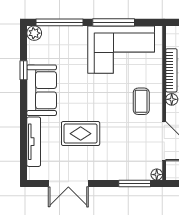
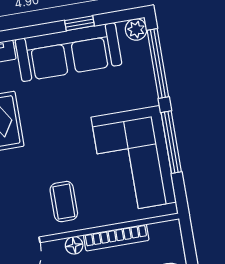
sofa: (42, 90) -> (68, 52), width x1.36
coffee table: (141, 101) -> (64, 202), turned 90

